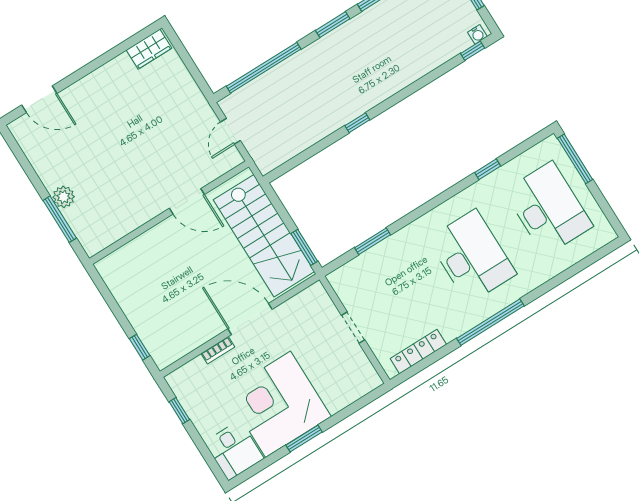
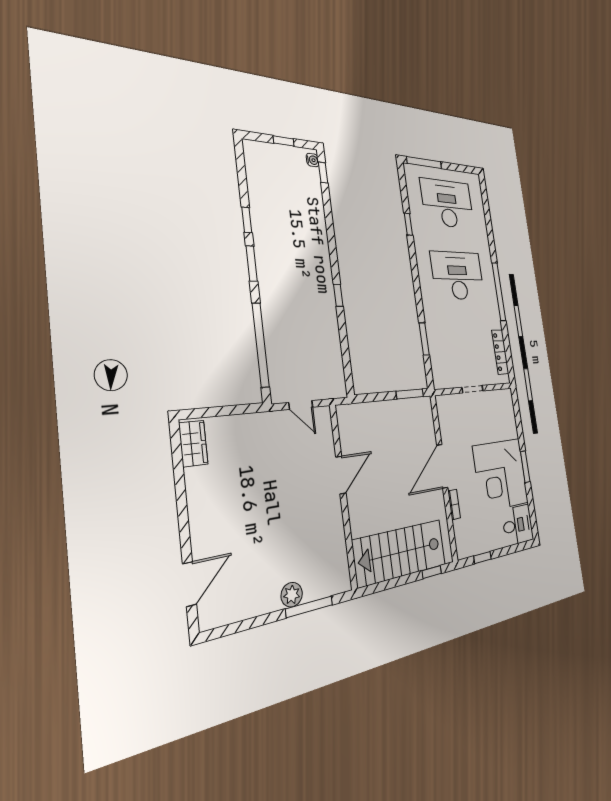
stairs: (264, 236) -> (400, 553), moved, turned 180

